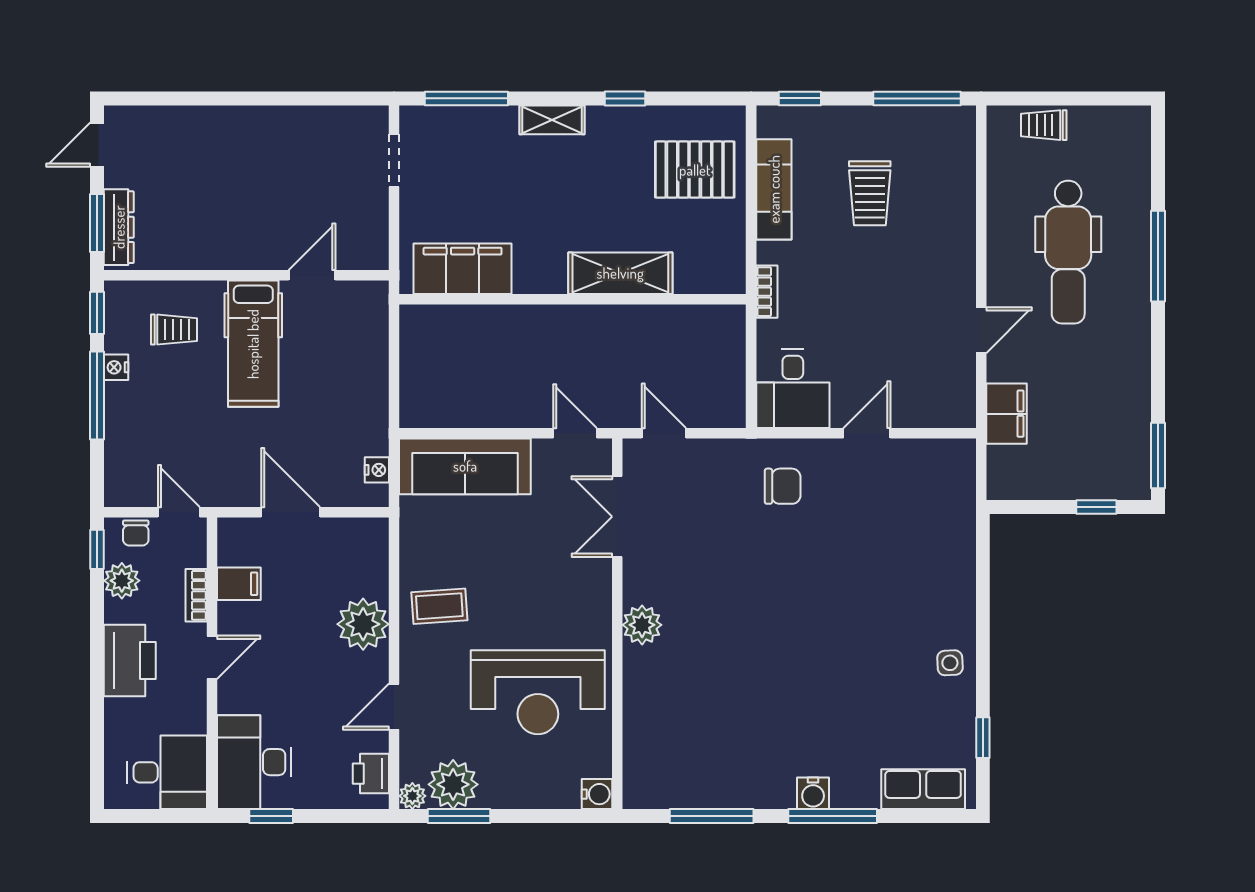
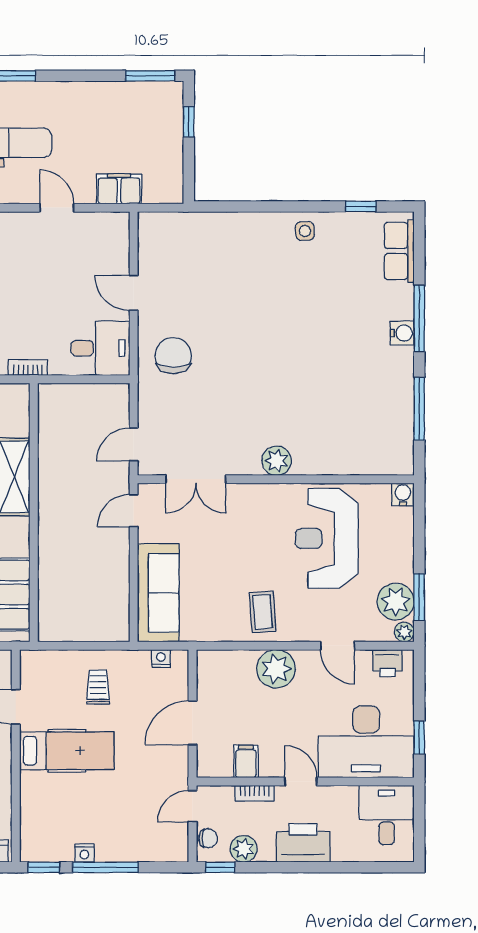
trolley: (174, 330) -> (98, 687), moved
chair: (783, 486) -> (173, 356), width x1.37, depth x1.37
reception desk: (538, 692) -> (327, 538), turned 180
desk: (254, 762) -> (366, 742), width x1.36, depth x1.30

